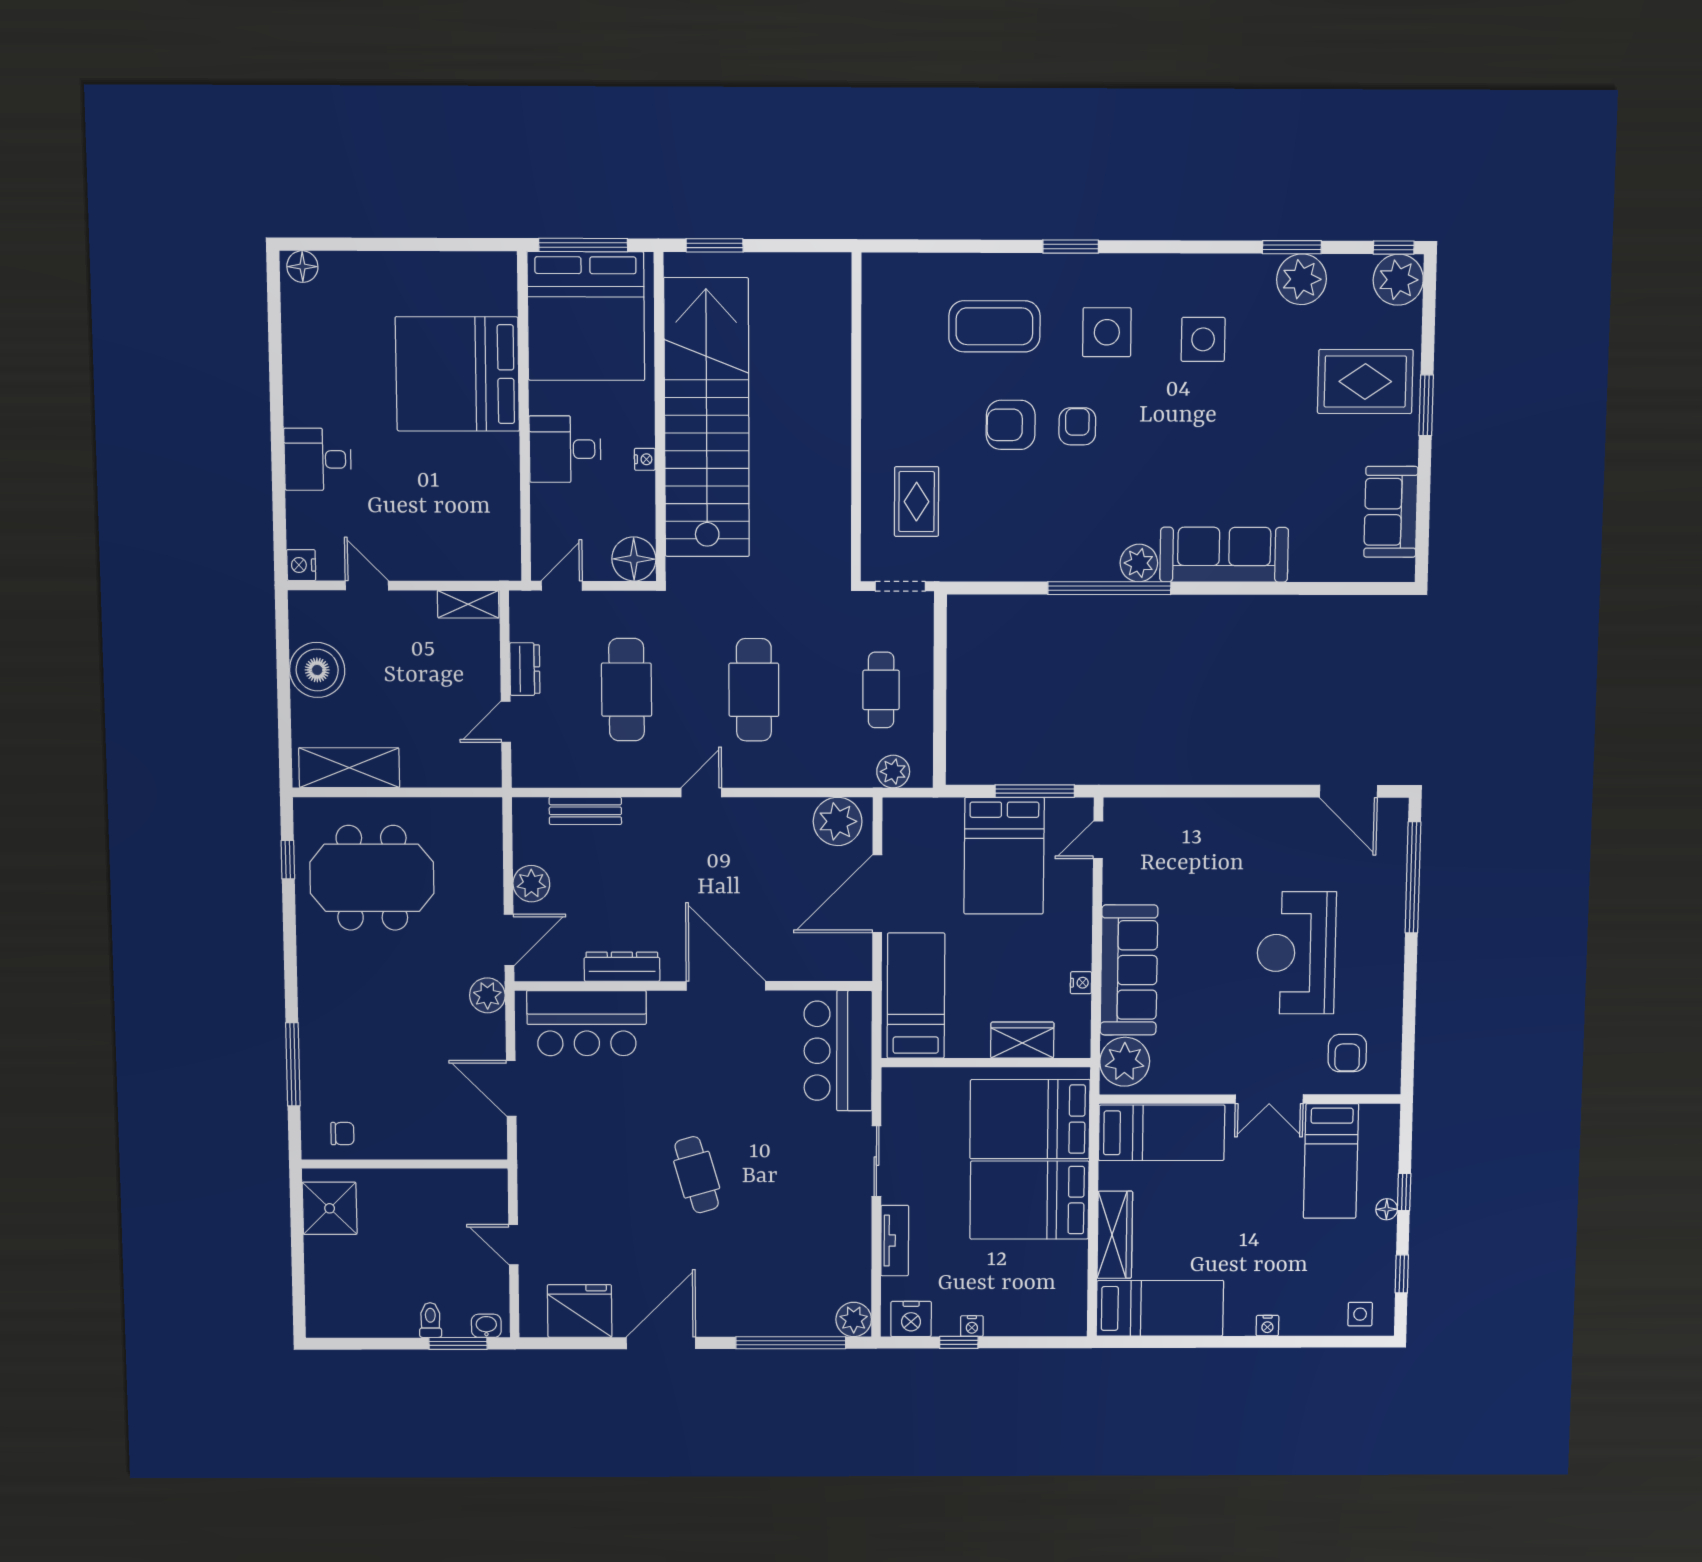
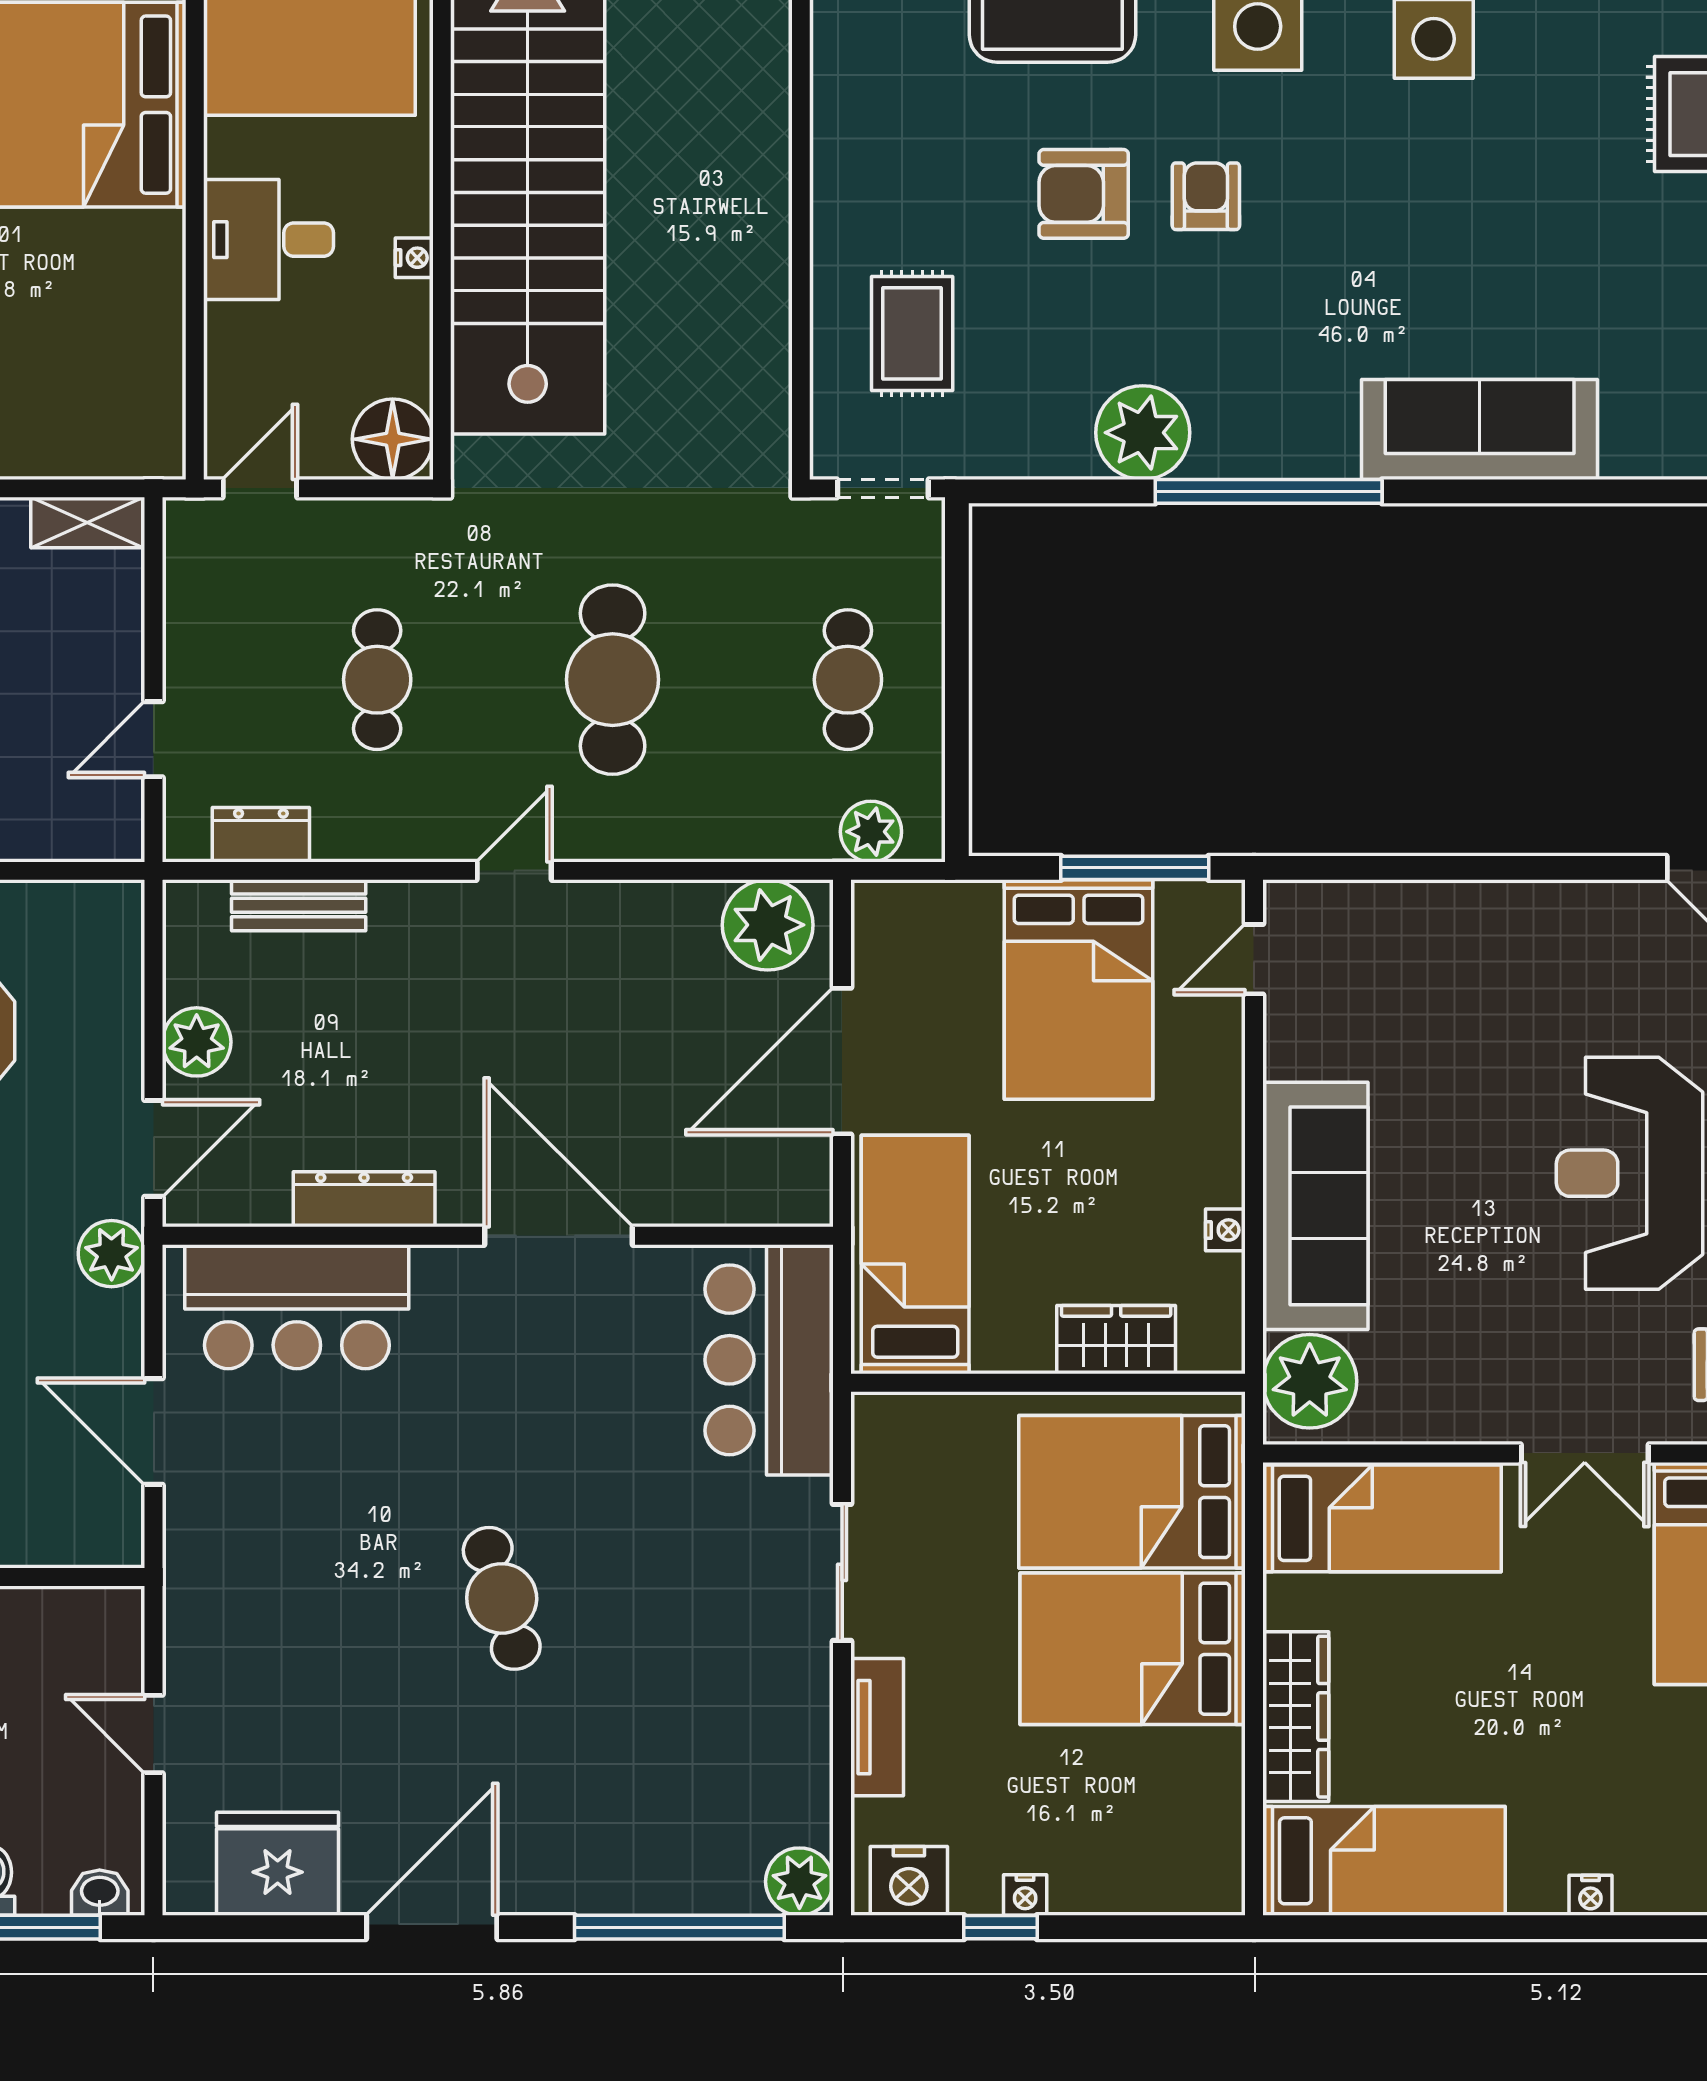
plant: (1139, 563) -> (1143, 433), moved, width x1.36, depth x1.36
dresser: (525, 669) -> (261, 835), moved, turned -90
cafe table: (627, 690) -> (377, 680), width x0.73, depth x0.74

